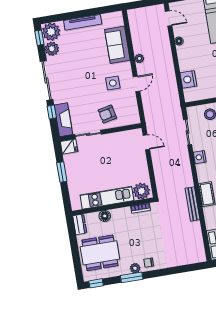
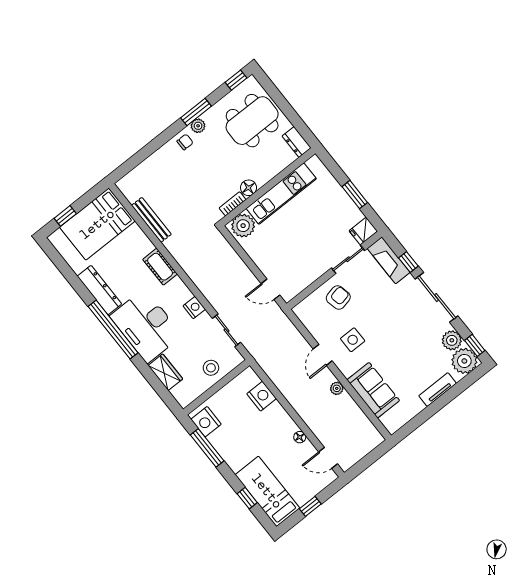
tv unit: (83, 22) -> (438, 390), width x0.71
bench: (192, 204) -> (151, 220), moved
floor lamp: (105, 216) -> (249, 188), moved

